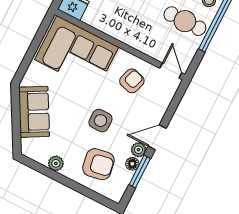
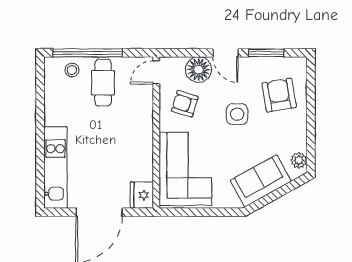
plant: (138, 150) -> (246, 64), removed
plant: (56, 163) -> (299, 160), moved
floor lamp: (132, 164) -> (199, 70), moved, width x1.89, depth x1.89

